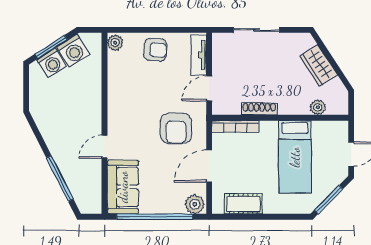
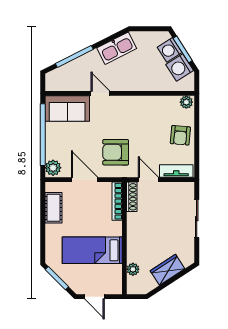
shoe rack: (259, 109) -> (132, 197), moved
kitchen sink: (50, 127) -> (117, 48), added

